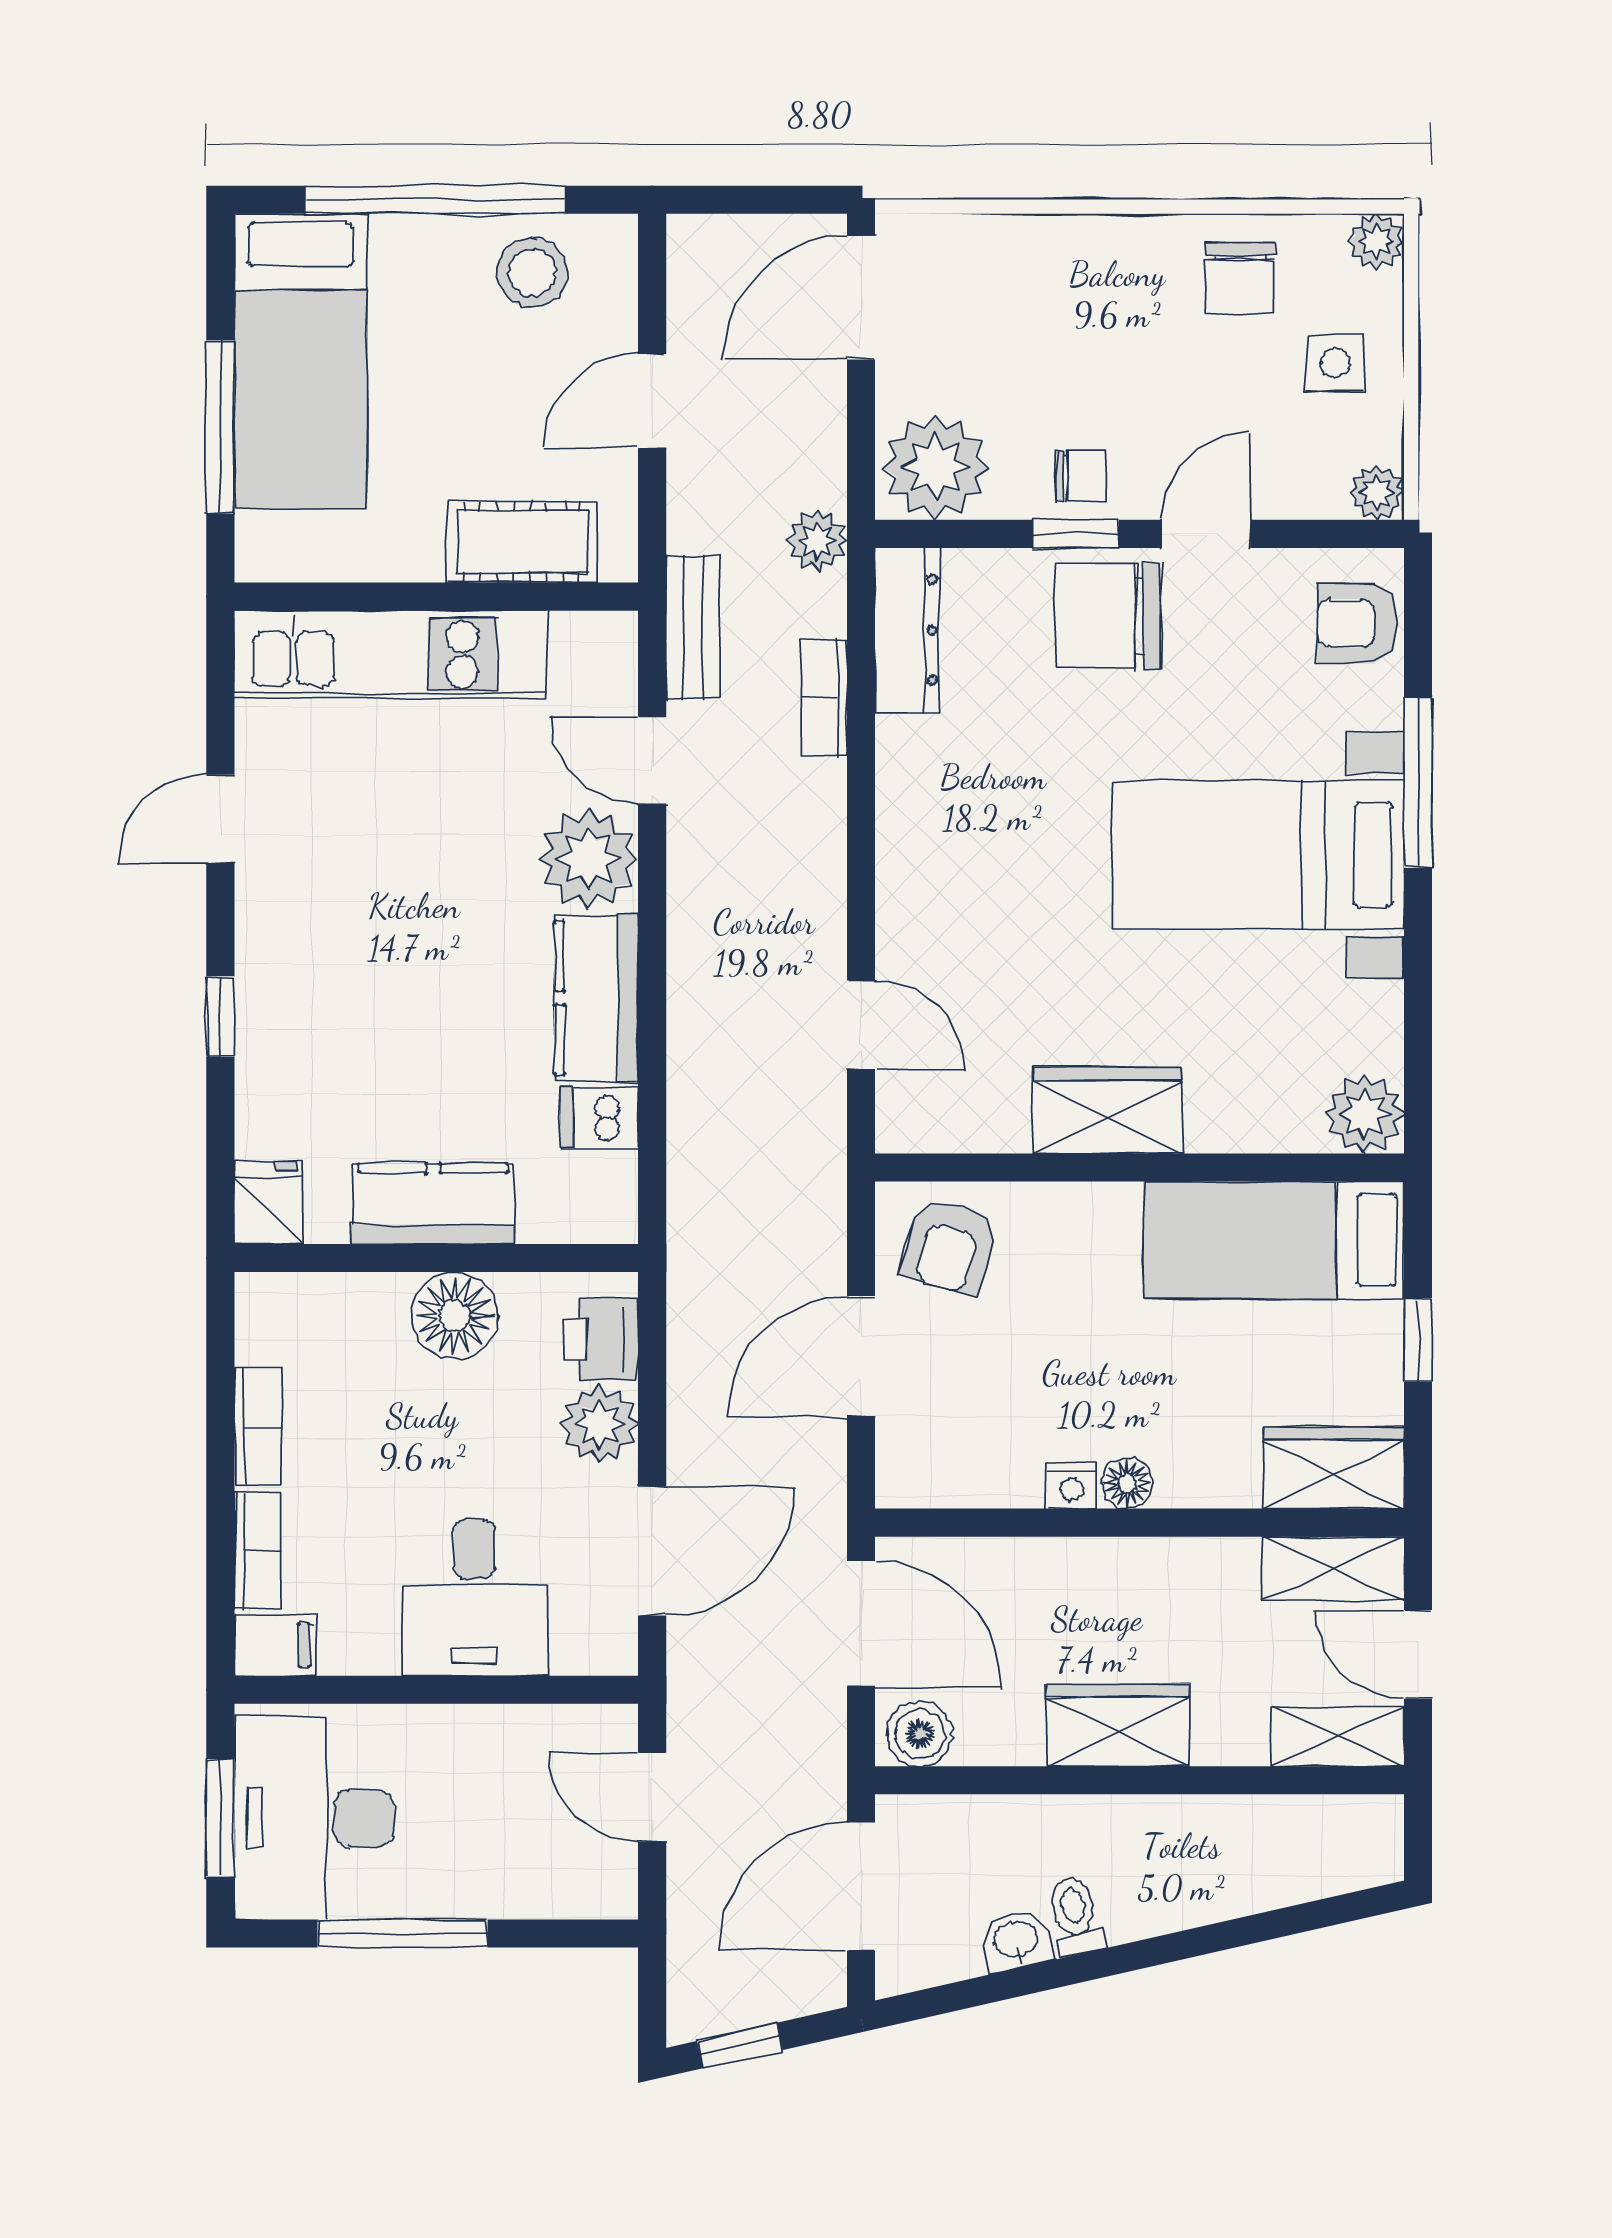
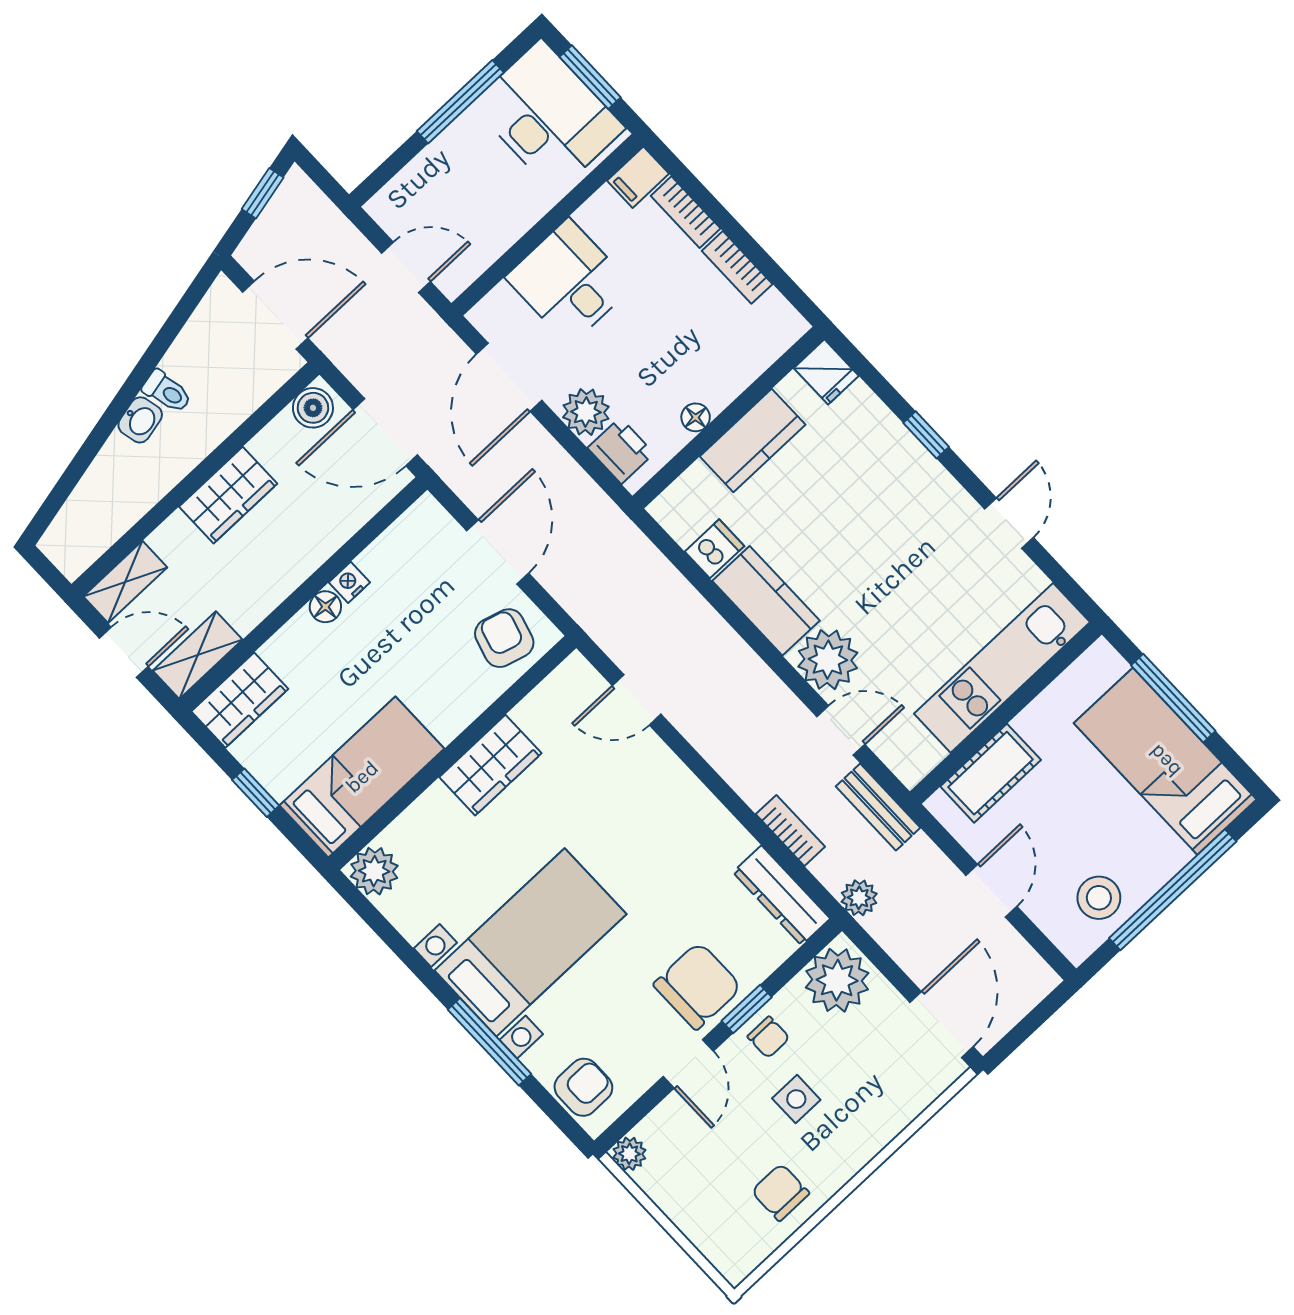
plant: (1376, 241) -> (735, 1266), removed
side table: (1335, 363) -> (796, 1099), moved
chair: (1081, 476) -> (768, 1037), turned -90
floor lamp: (455, 1315) -> (696, 417), width x0.53, depth x0.53
door: (861, 1886) -> (275, 315), hinge flipped
washbasin: (1016, 1940) -> (140, 420), moved

